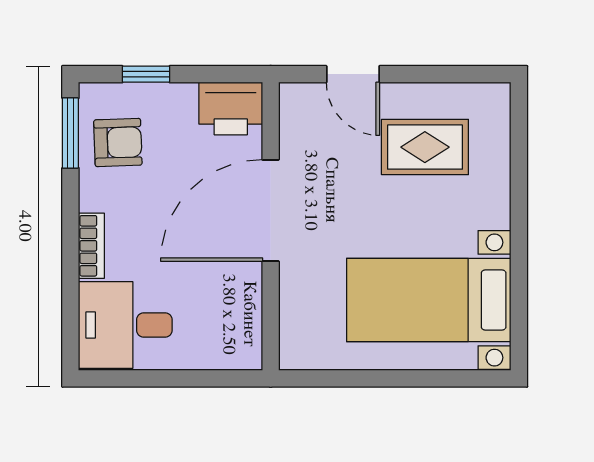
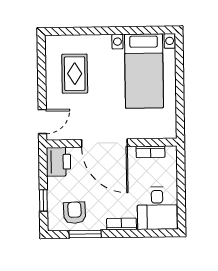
door: (353, 74) -> (42, 122), moved
window: (70, 133) -> (85, 234), moved
bookcase: (250, 312) -> (151, 152), added

